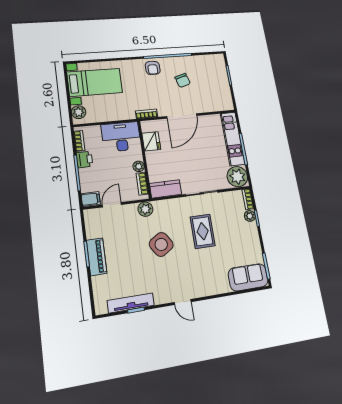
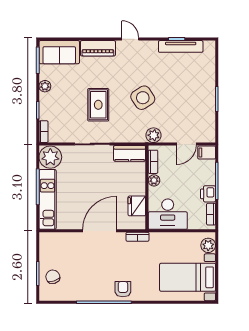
chair: (183, 80) -> (53, 277), moved
plant: (250, 216) -> (45, 86), moved
piano: (97, 257) -> (98, 48), moved, turned -90

